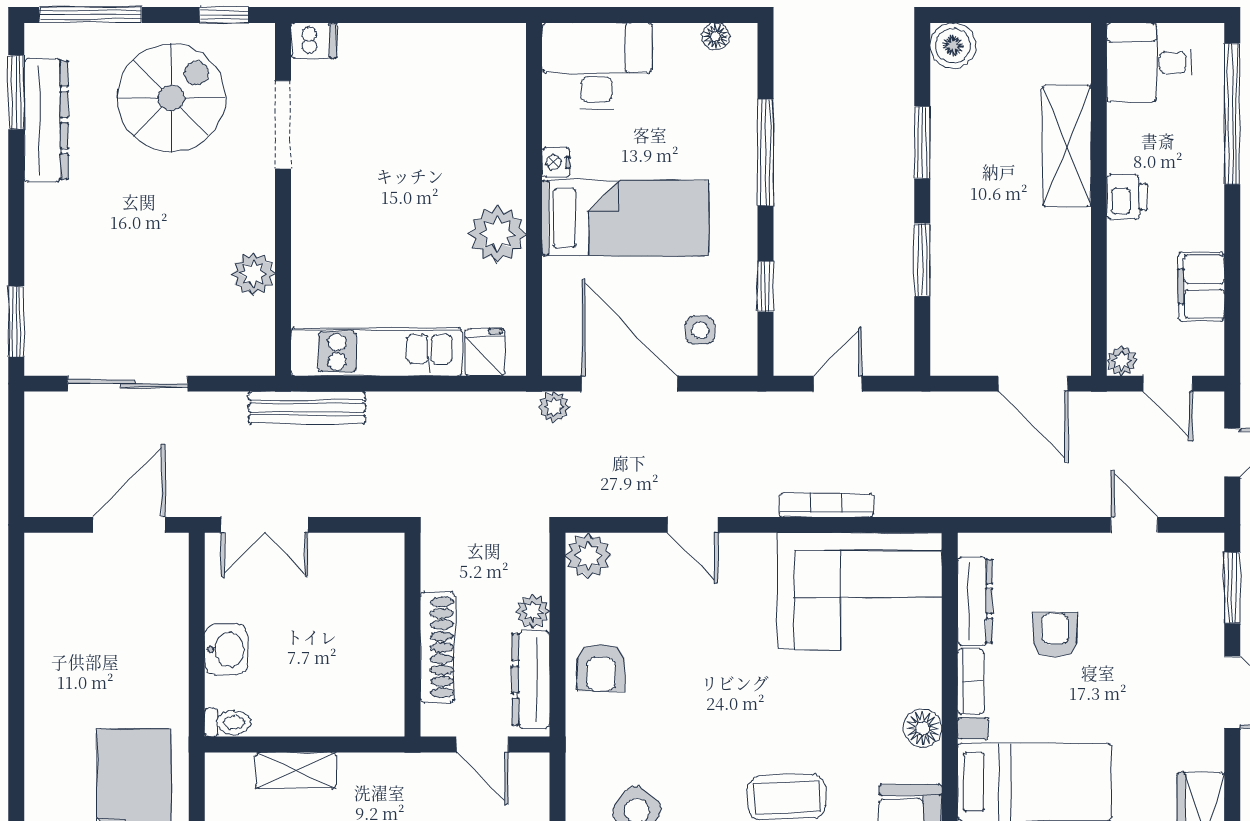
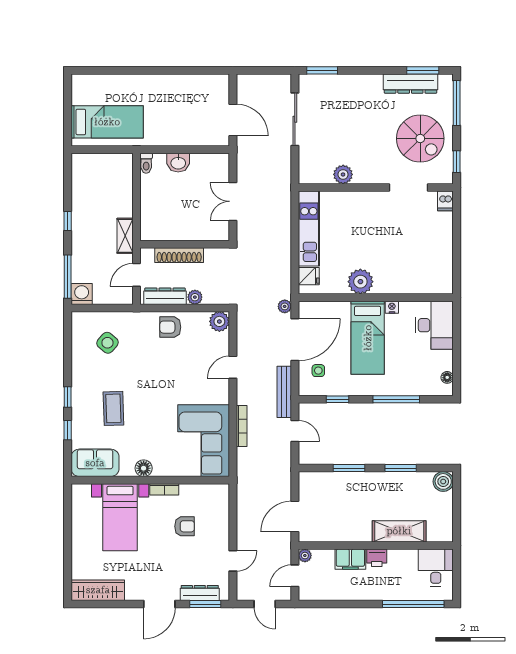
filing cabinet: (1201, 287) -> (350, 559), moved, turned 180
bench: (307, 408) -> (284, 392), moved
double door: (265, 525) -> (233, 201), moved
dresser: (975, 601) -> (200, 593), moved, turned 180
shelving: (296, 770) -> (125, 236), moved

